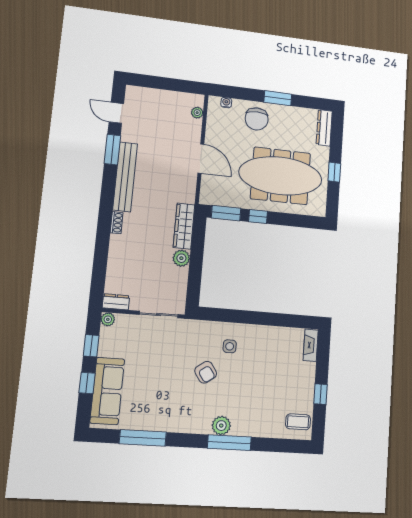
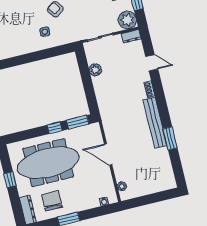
door: (116, 113) -> (152, 63), moved
chair: (257, 119) -> (52, 201), moved
wardrobe: (184, 226) -> (104, 103), removed
plant: (181, 258) -> (95, 70), moved
plant: (108, 319) -> (127, 20), width x1.88, depth x1.88

